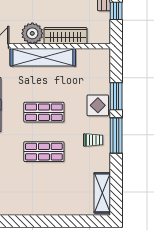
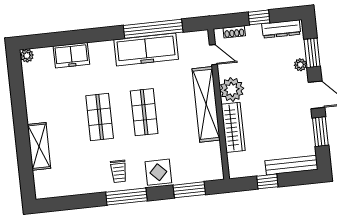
window: (116, 96) -> (189, 190), moved
shelving: (102, 193) -> (39, 146), moved, turned 90

